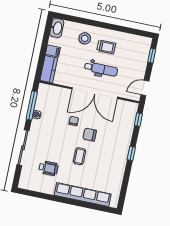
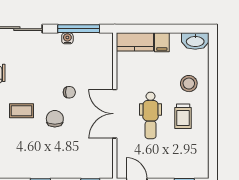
double door: (95, 93) -> (115, 114), width x0.73

